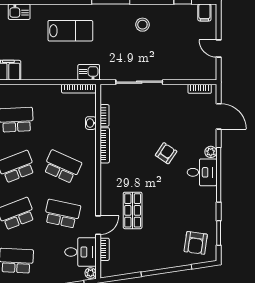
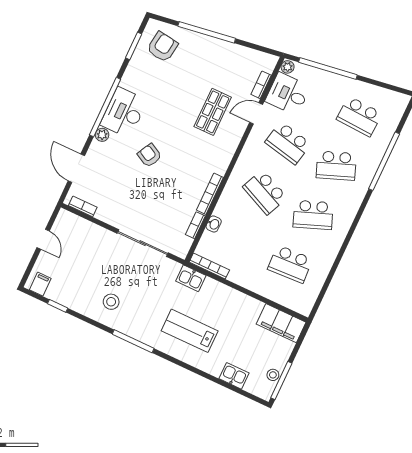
armchair: (166, 153) -> (149, 155), turned 84
desk: (202, 172) -> (124, 112), width x1.37

